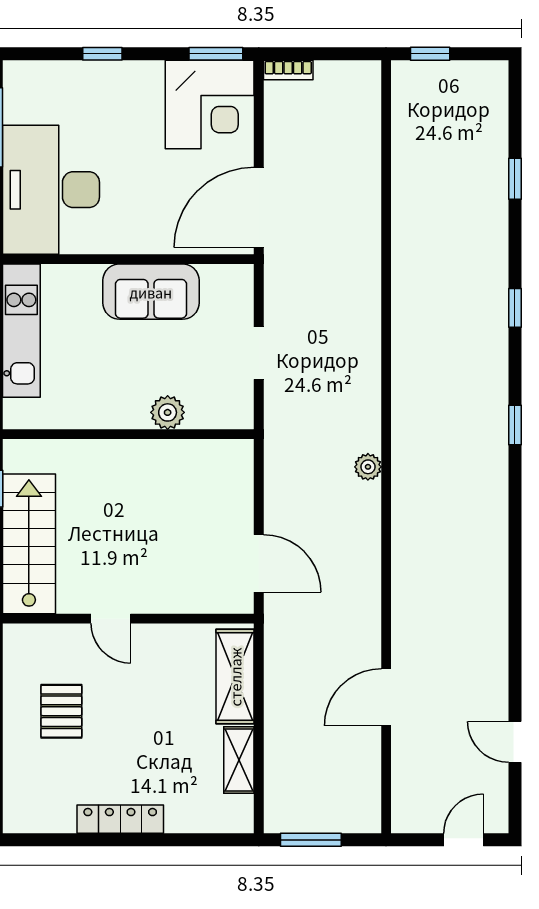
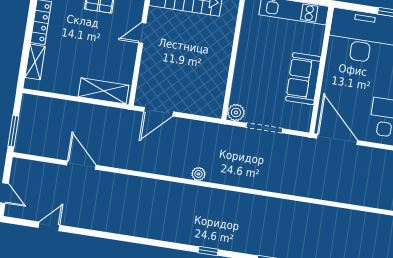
doorway: (259, 353) -> (264, 128), width x1.38
plant: (168, 412) -> (236, 113), moved
shelving: (239, 760) -> (35, 62), moved, turned 90
window: (311, 840) -> (13, 131), moved

